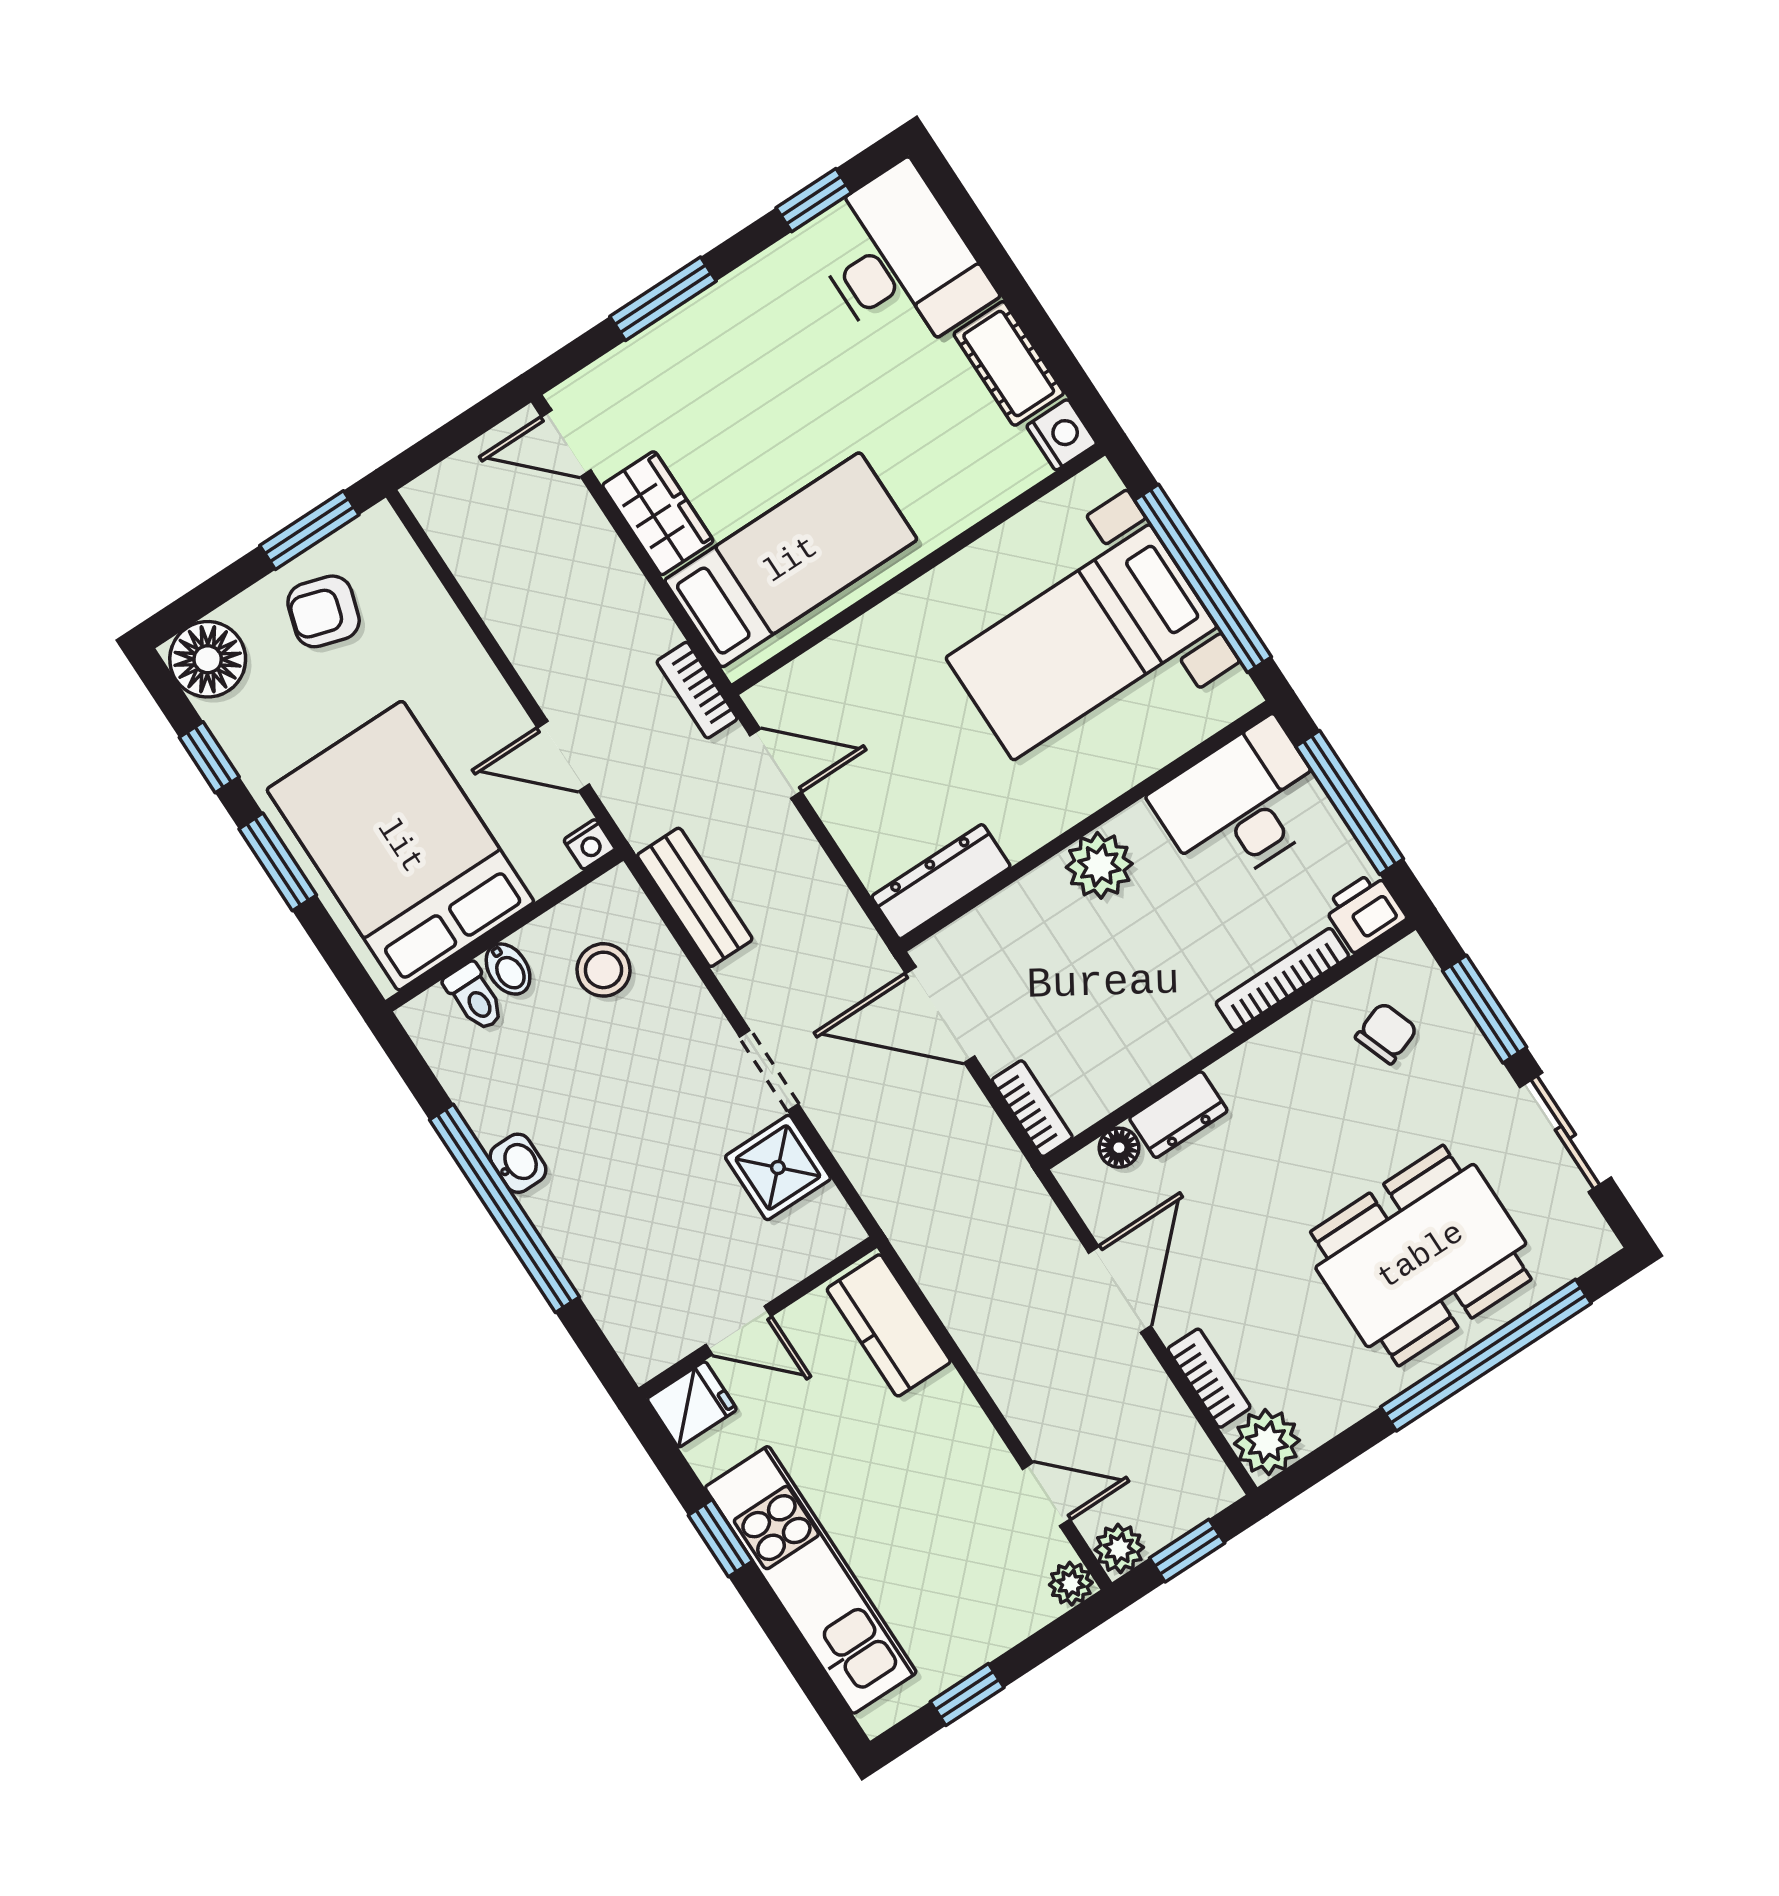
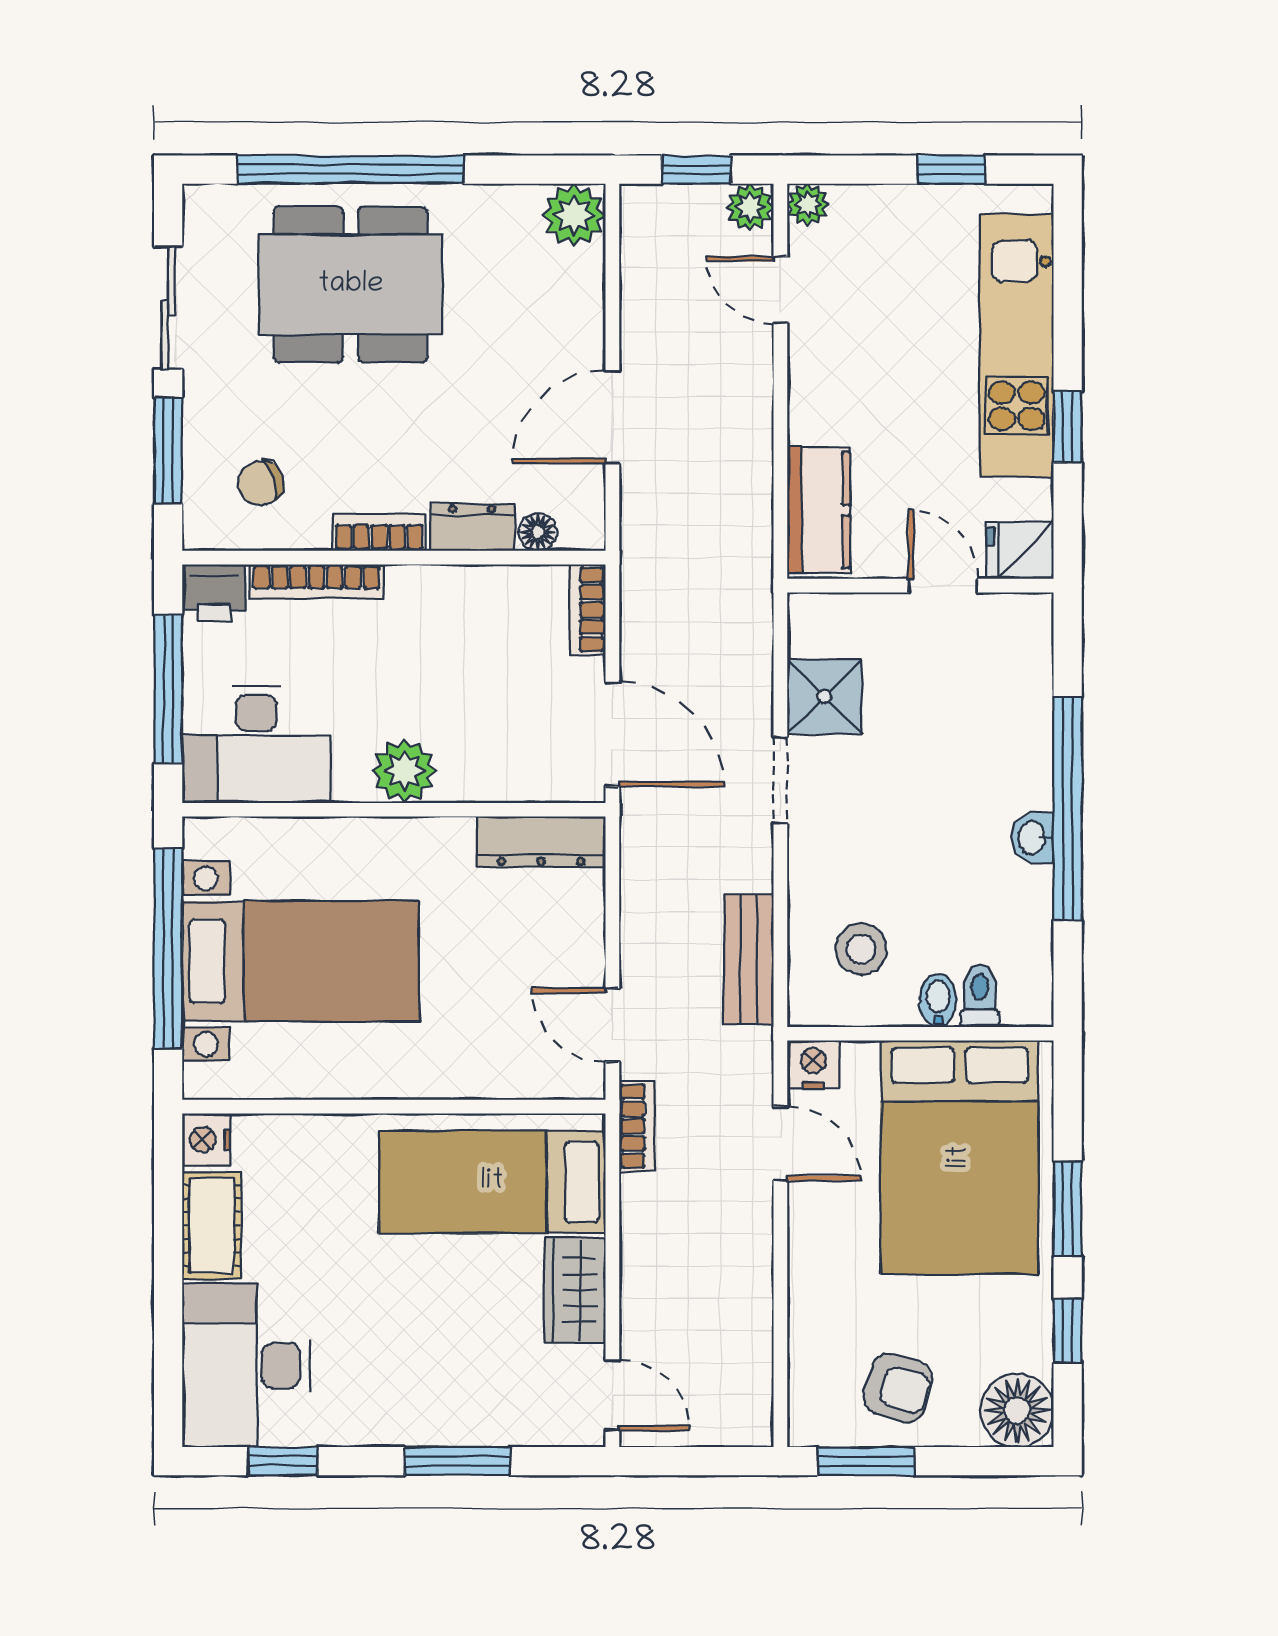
nightstand: (589, 844) -> (813, 1065), width x1.39, depth x1.35
bookcase: (1209, 1378) -> (379, 532), moved, turned 90

